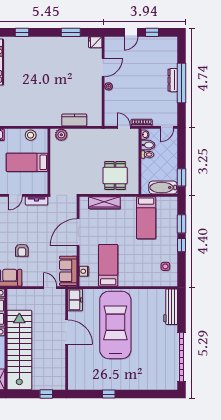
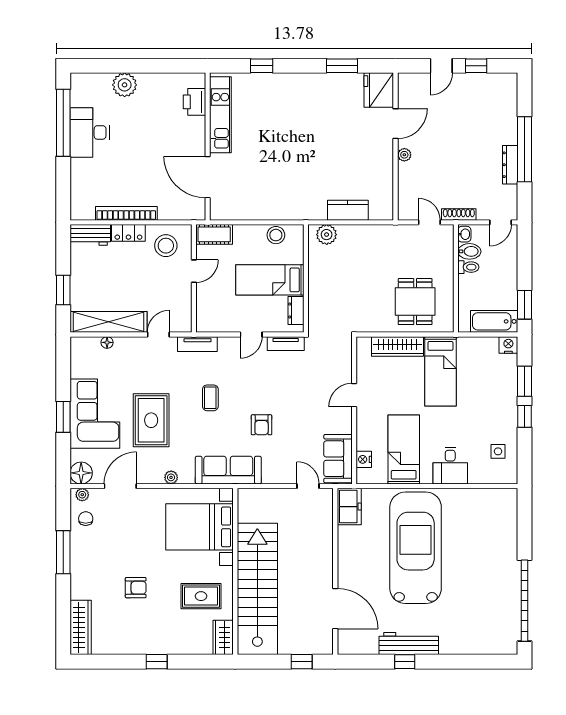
fridge: (95, 42) -> (379, 90), width x1.88, depth x1.34
dresser: (173, 80) -> (510, 165), moved
dresser: (43, 181) -> (296, 311), added
nightstand: (172, 202) -> (508, 345), added
bed: (146, 218) -> (440, 371), moved
door: (78, 232) -> (354, 395), width x0.53
desk: (136, 275) -> (450, 466), added
workbench: (171, 307) -> (409, 644), moved, turned 90
door: (67, 332) -> (335, 609), moved

